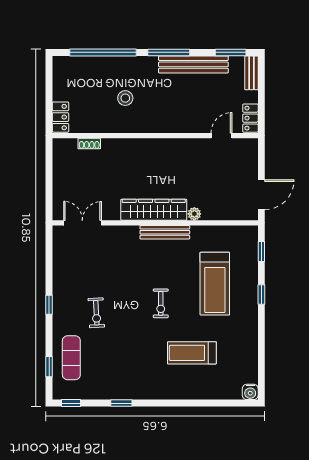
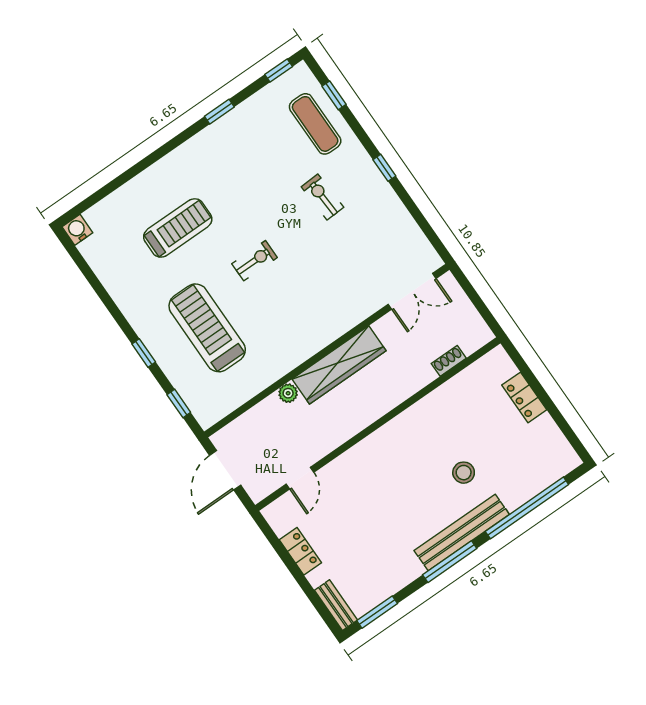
bench: (193, 64) -> (462, 533), moved
wall: (155, 136) -> (378, 424), moved
door: (222, 136) -> (300, 478), moved
shoe rack: (89, 144) -> (449, 361), moved
bench: (165, 232) -> (308, 347), removed
exercise bike: (161, 303) -> (255, 261), turned 90

